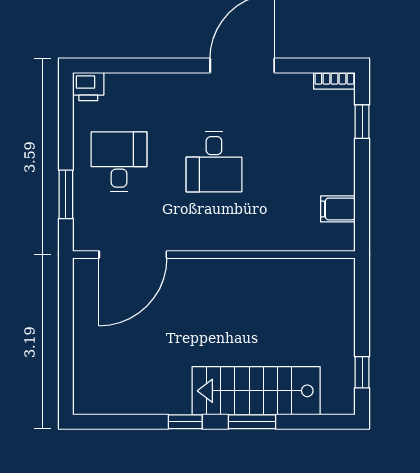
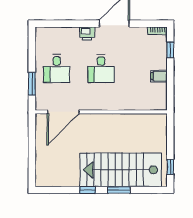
printer: (88, 87) -> (87, 33), moved
desk: (119, 162) -> (57, 69), turned 180
filing cabinet: (338, 209) -> (159, 76), moved
stairs: (256, 391) -> (121, 170), width x1.36, depth x1.51

